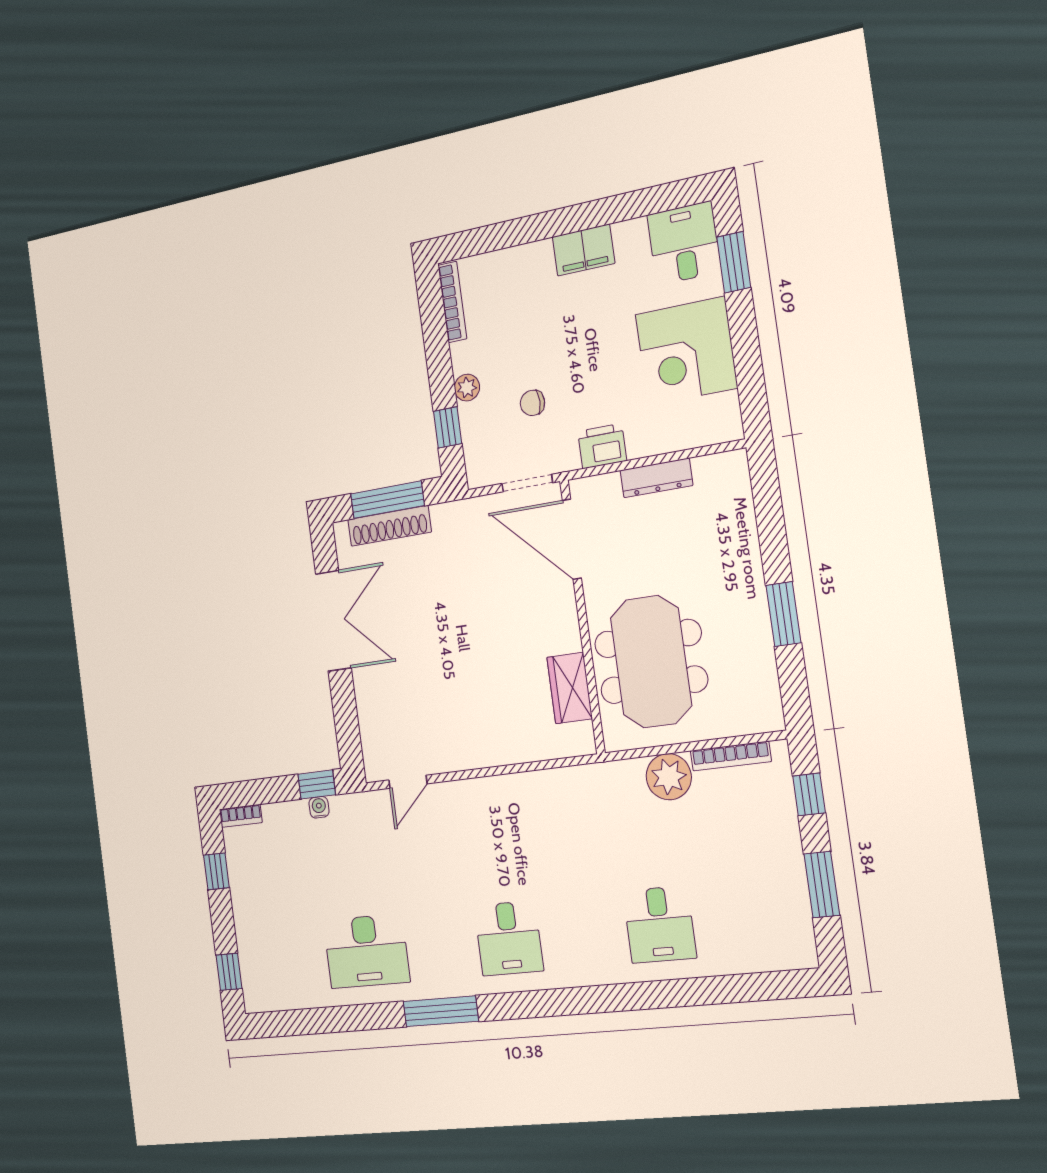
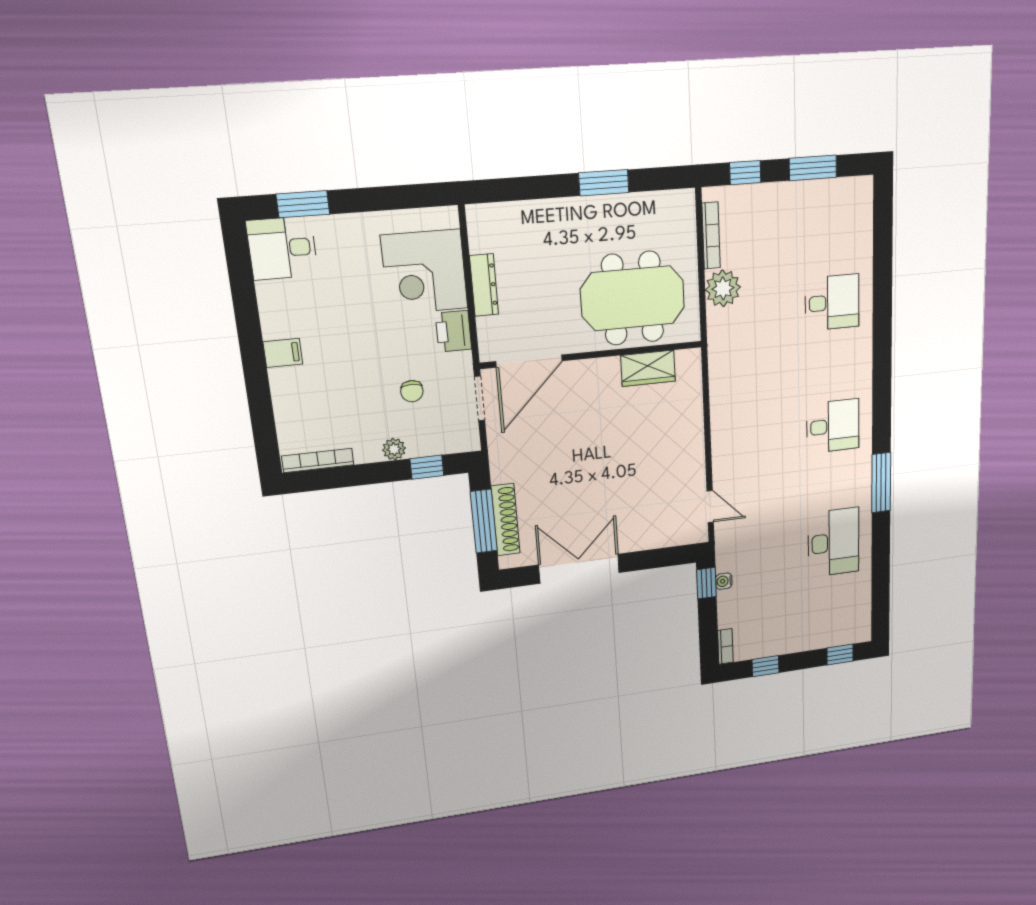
filing cabinet: (584, 250) -> (283, 353), width x0.50
corner desk: (686, 351) -> (424, 272), moved, turned 90

